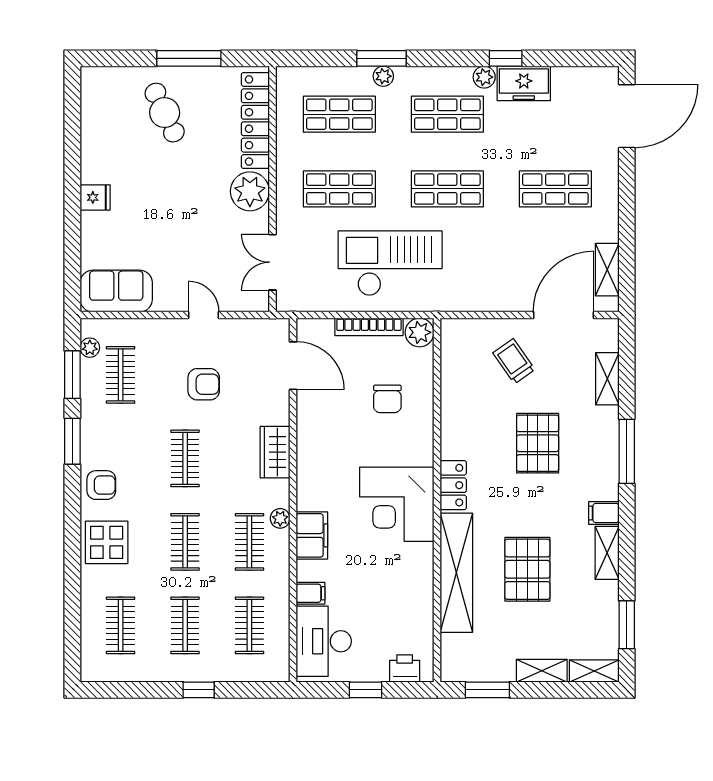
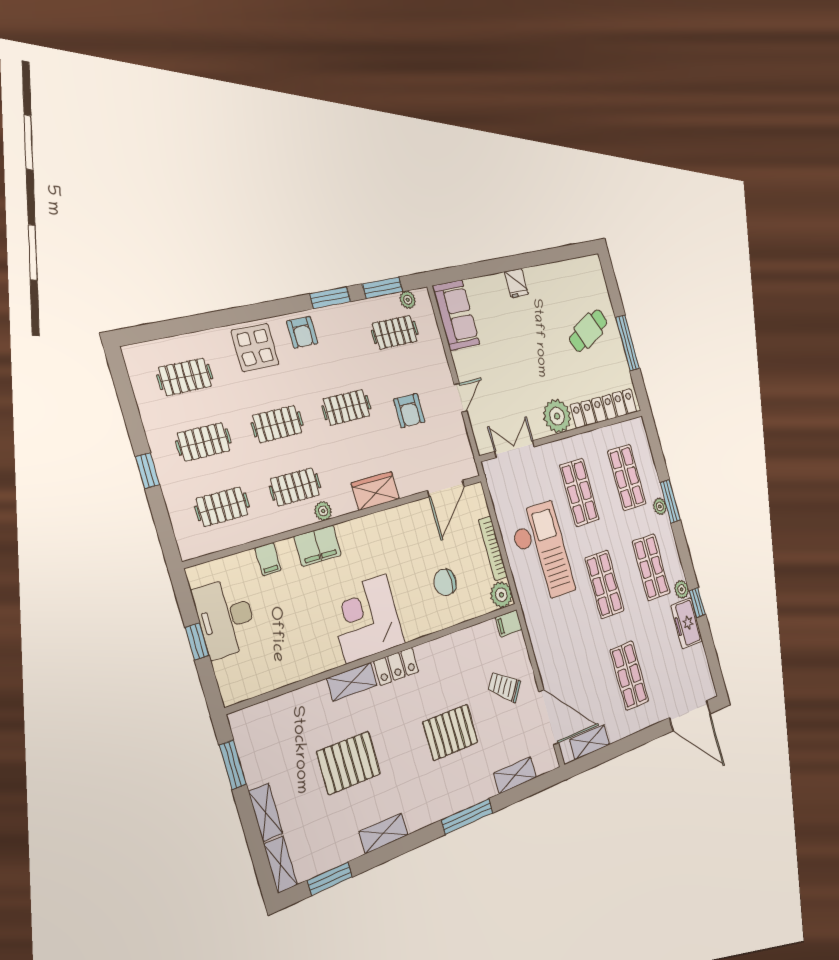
trolley: (514, 361) -> (504, 687), turned -109
filing cabinet: (604, 513) -> (509, 623), moved, turned -90
shelving: (456, 573) -> (352, 682), width x0.45, depth x0.75
desk: (324, 641) -> (226, 618), moved, turned -90
printer: (405, 669) -> (228, 674), removed

